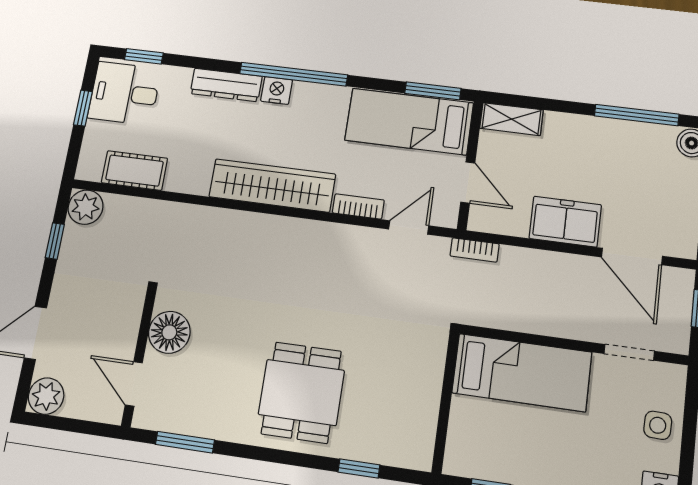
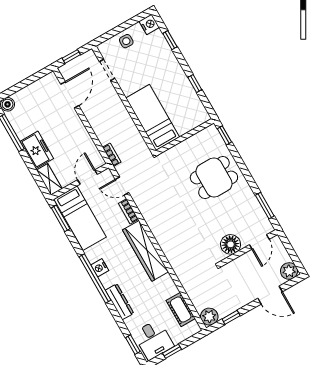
nightstand: (277, 90) -> (100, 268), moved
freezer: (565, 222) -> (37, 150), moved, turned 180
bed: (522, 372) -> (153, 117), moved
wall: (446, 402) -> (185, 137), moved

